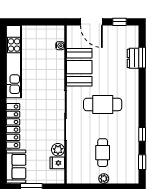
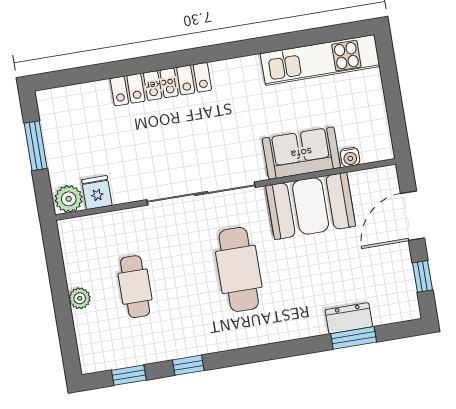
kitchen unit: (14, 62) -> (320, 60), width x0.73
plant: (58, 150) -> (69, 199), moved
cafe table: (103, 153) -> (135, 287), turned 90
sofa: (16, 167) -> (301, 153), moved, turned 180

